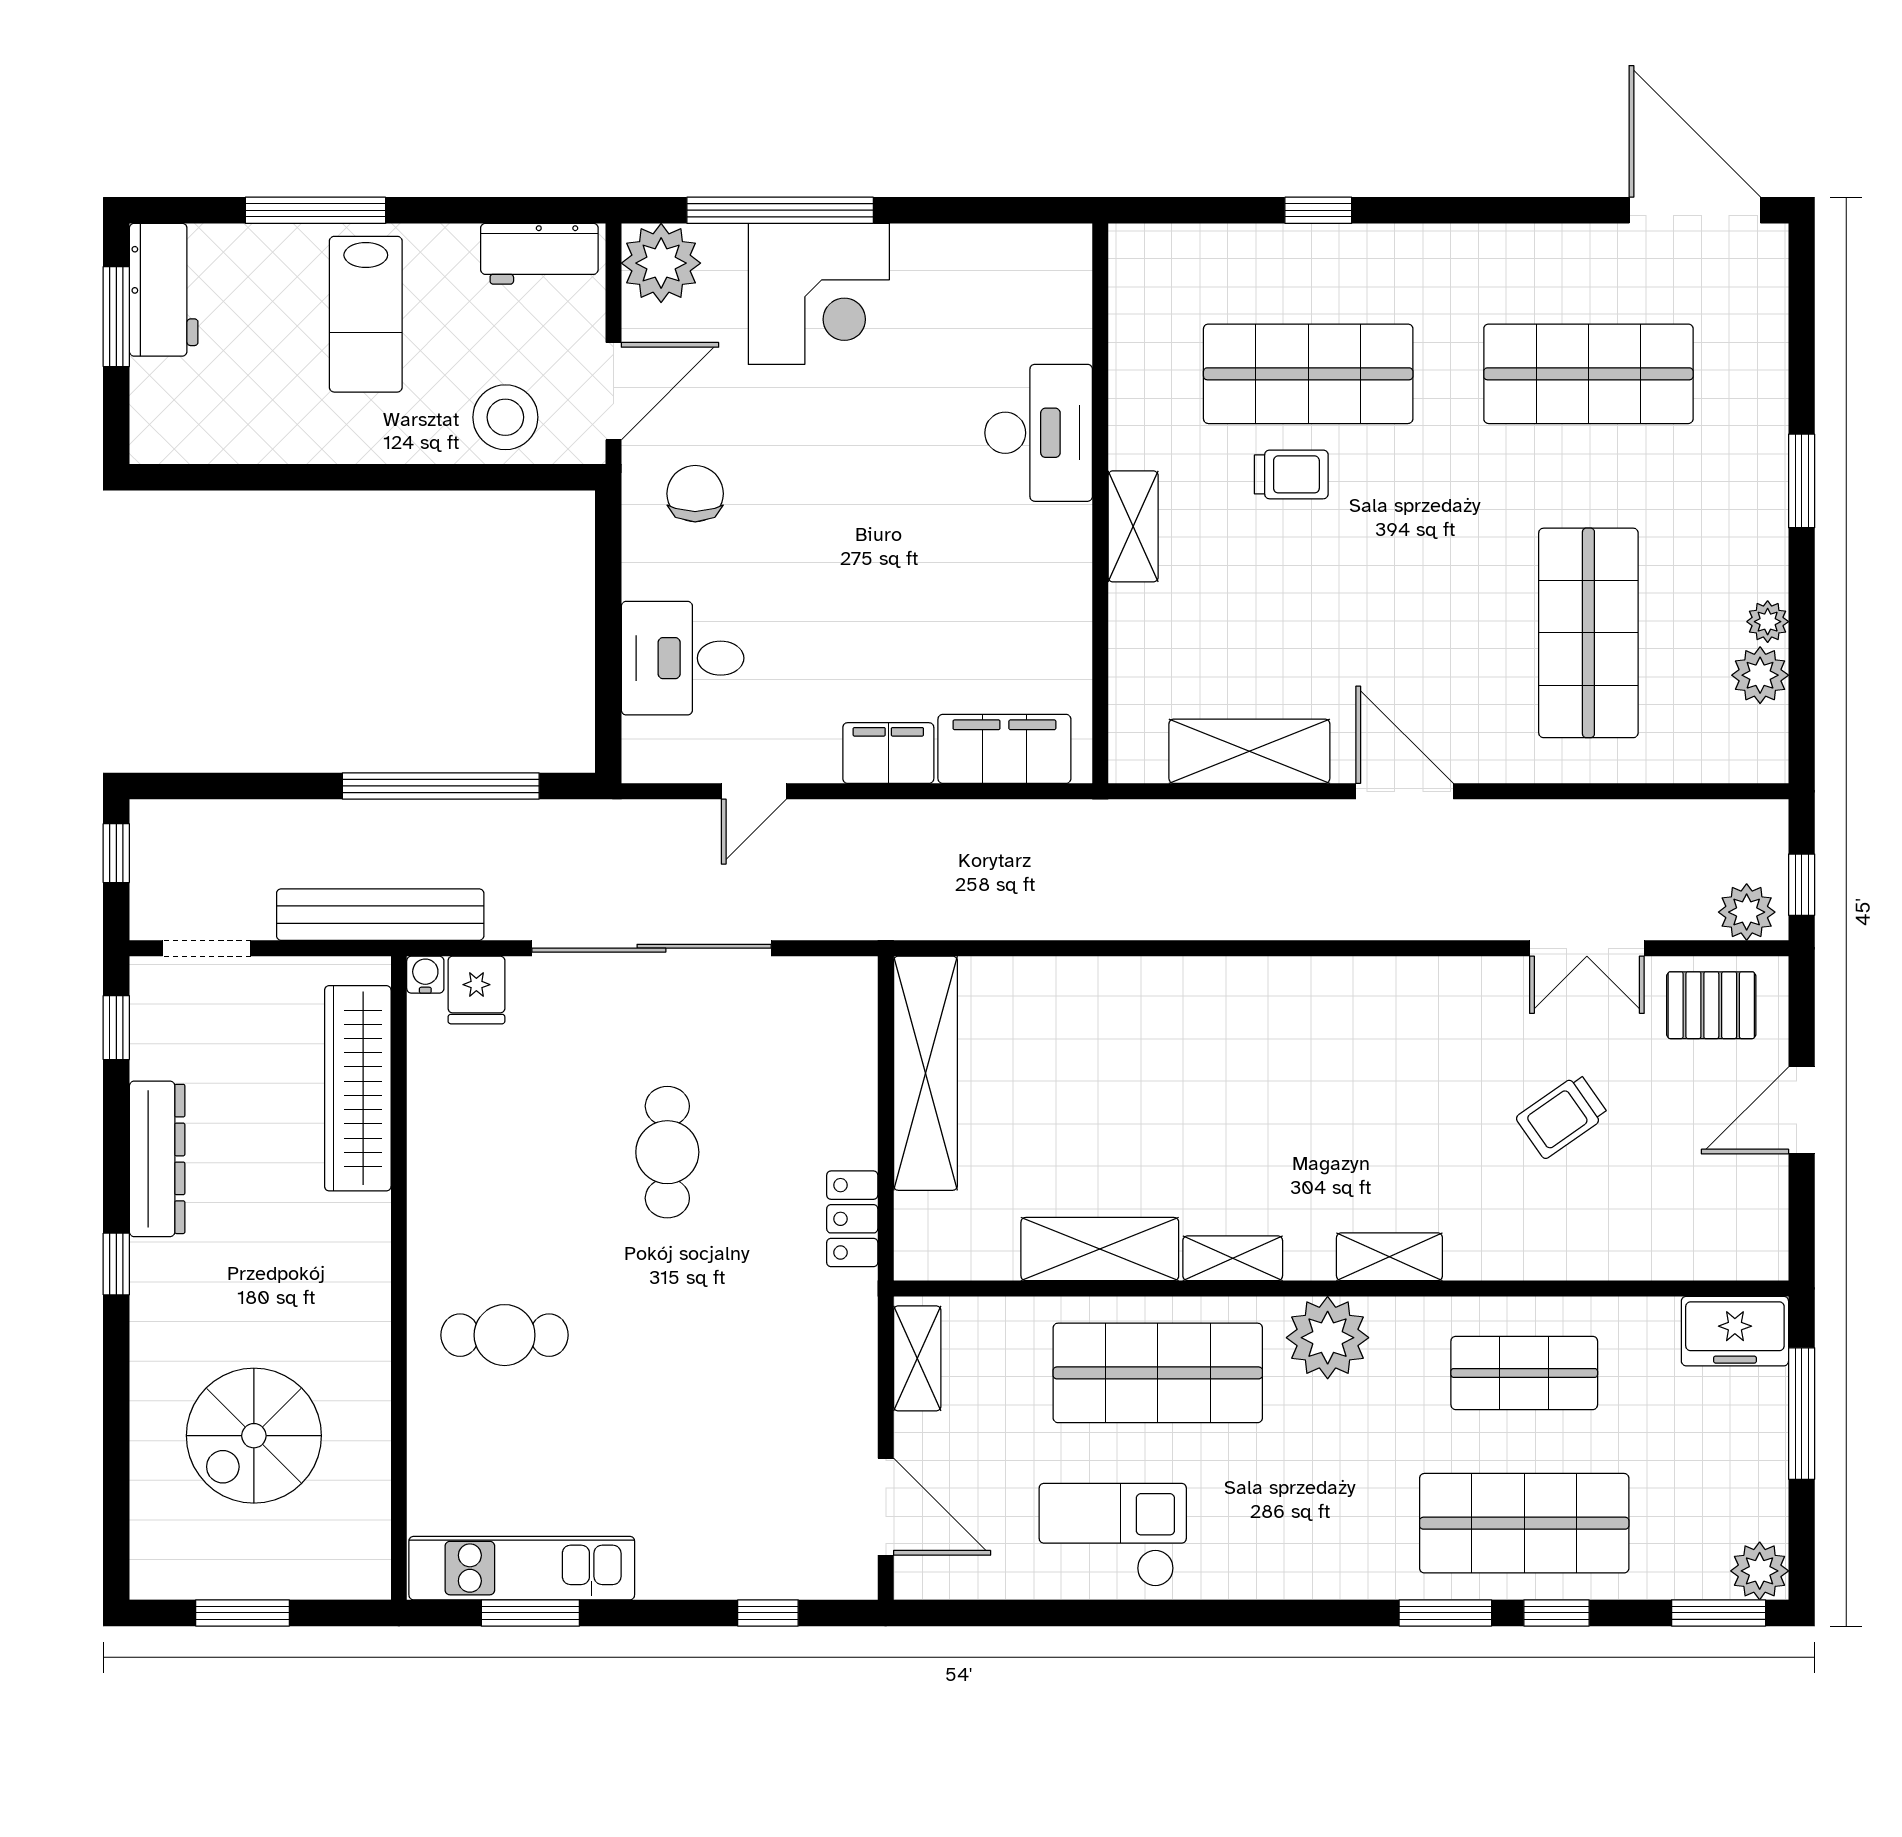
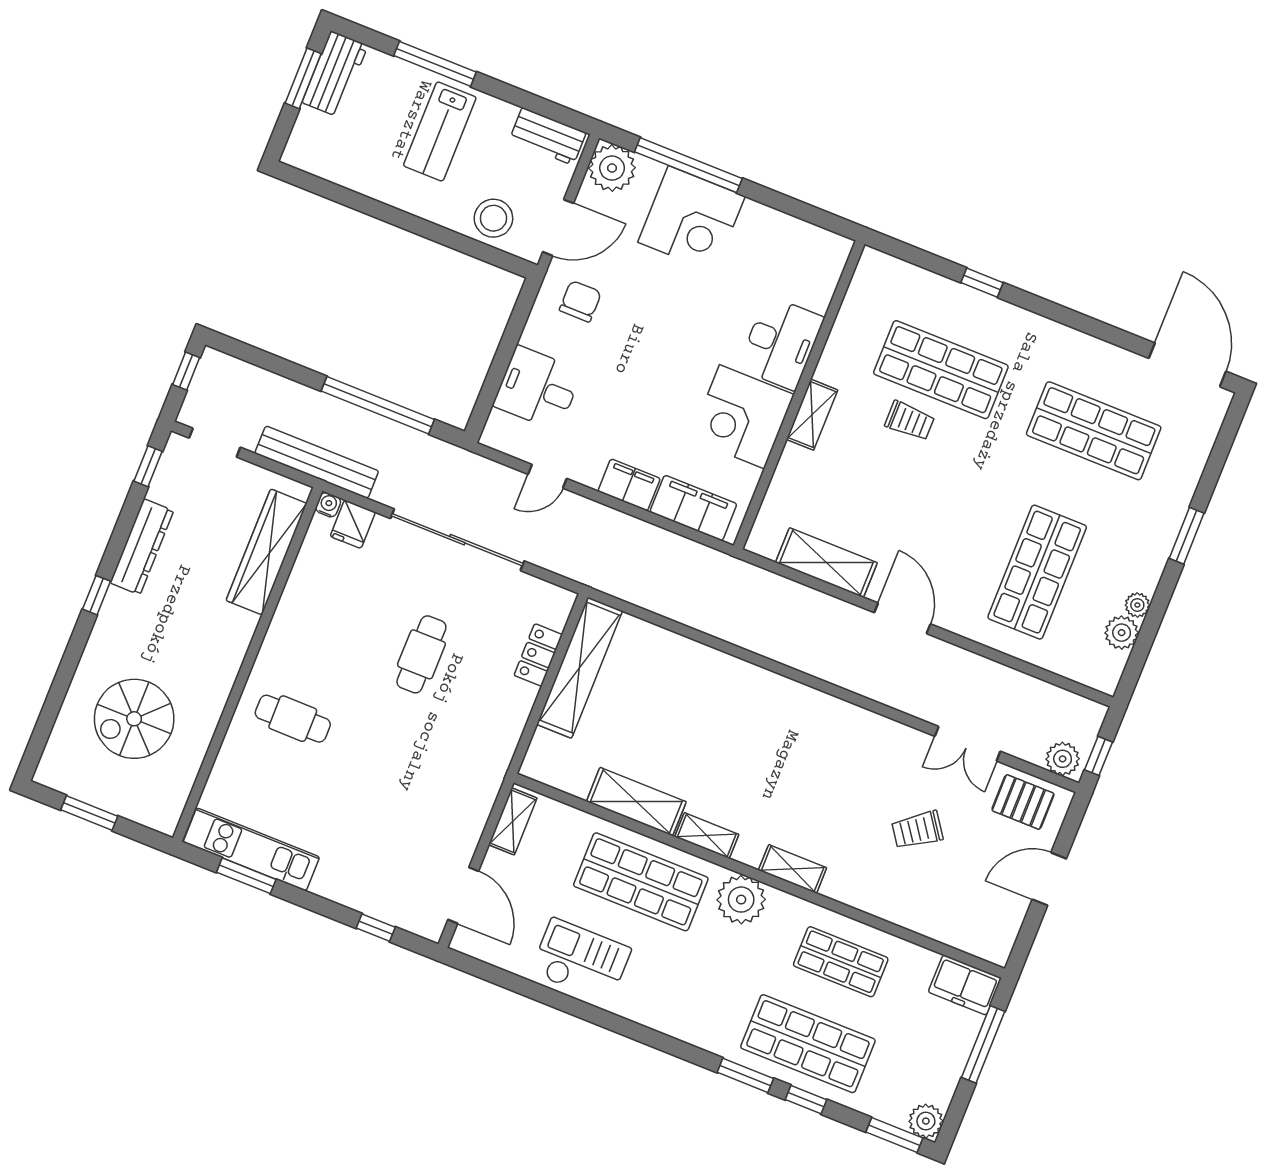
corner desk: (1024, 574) -> (742, 417), added
locker: (852, 1219) -> (538, 655), moved

